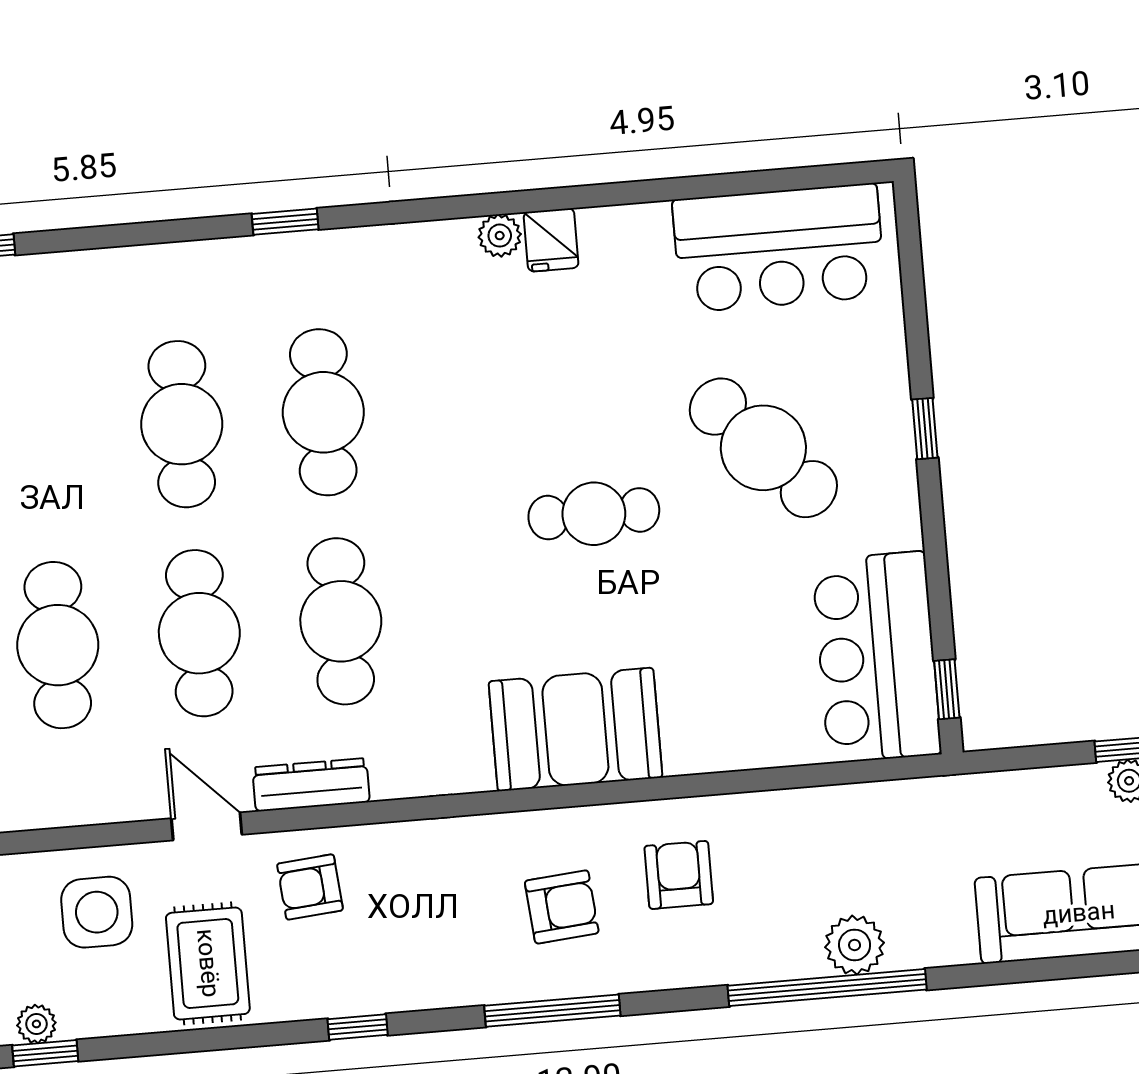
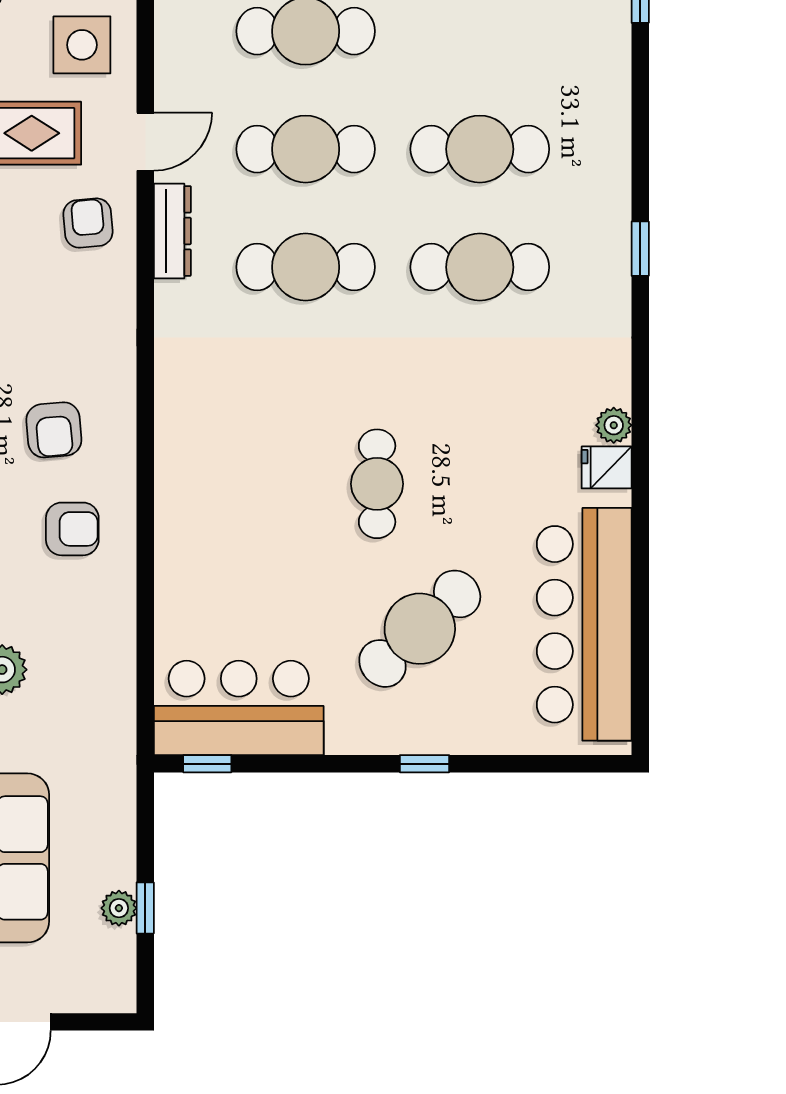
bar counter: (779, 248) -> (584, 624), width x1.36
booth: (575, 729) -> (200, 454), removed

